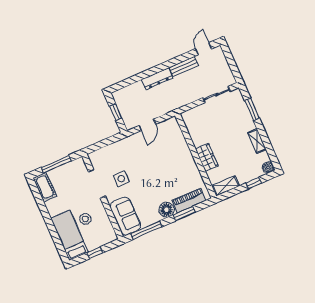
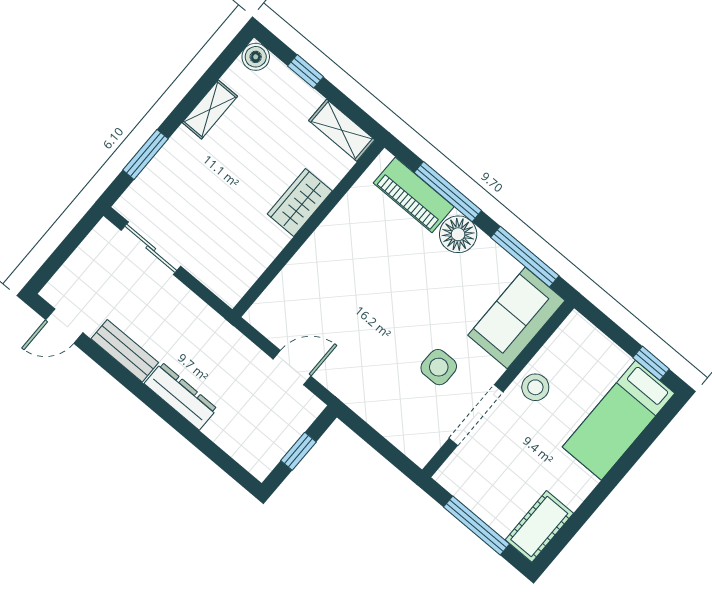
window: (184, 214) -> (448, 192), width x1.44
stool: (85, 219) -> (535, 387), moved
window: (95, 253) -> (651, 363), moved

